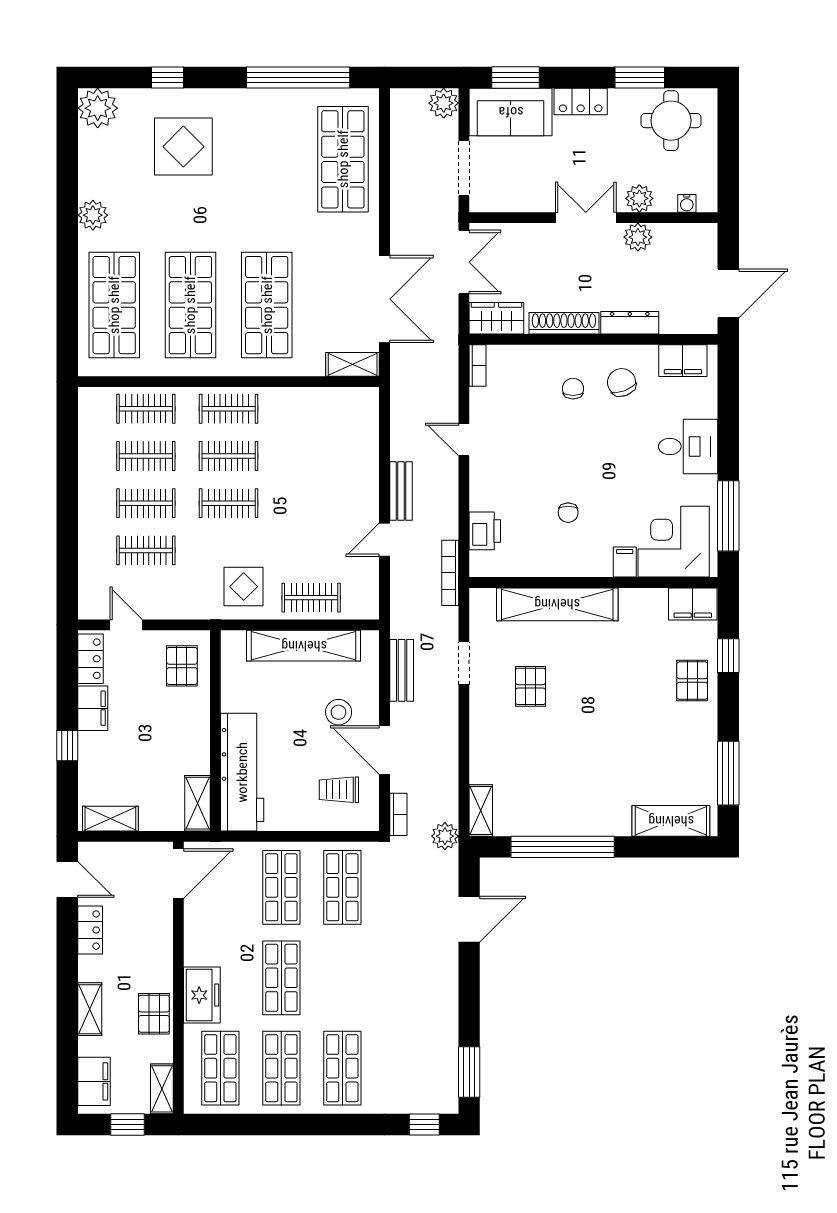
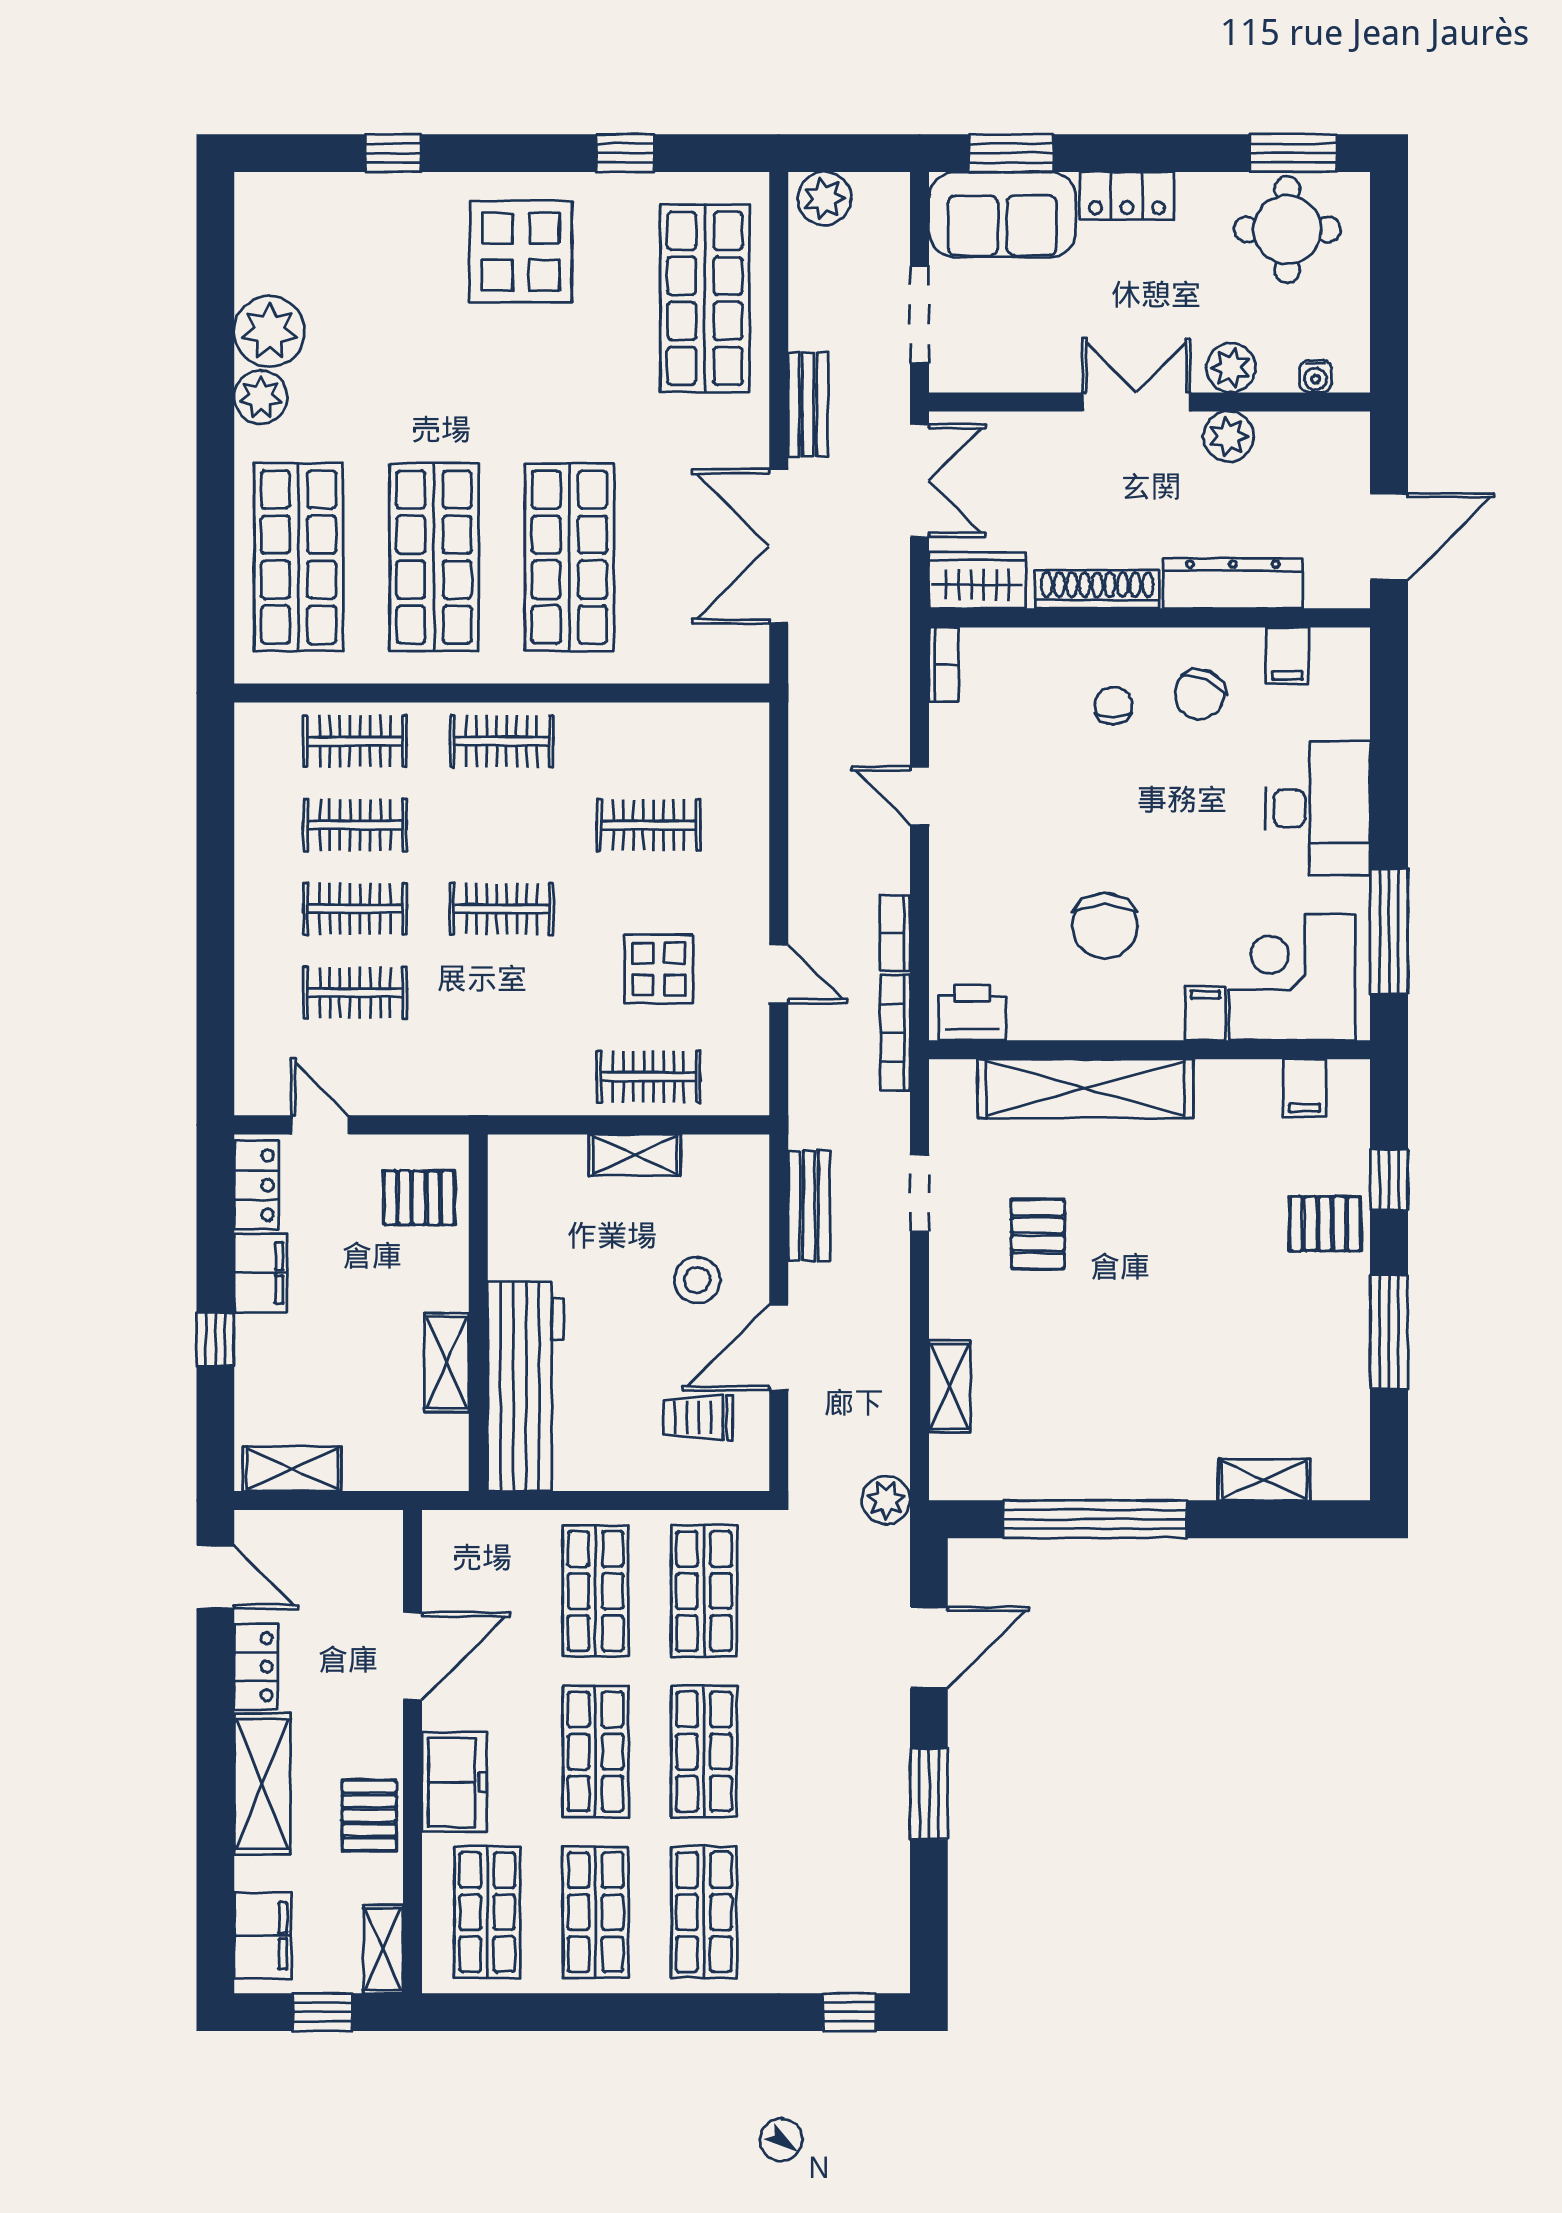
window: (298, 78) -> (625, 153), width x0.32
window: (640, 78) -> (1293, 153), moved
plant: (444, 103) -> (824, 198), moved
plant: (98, 108) -> (269, 331), moved
display table: (183, 147) -> (521, 252), moved
double door: (385, 299) -> (779, 546), swing flipped
dresser: (630, 323) -> (1233, 584), width x1.37, depth x1.24
filing cabinet: (683, 361) -> (1287, 656), width x0.50
shelving: (353, 364) -> (722, 662), removed
chair: (622, 382) -> (1200, 694), turned -135
desk: (688, 447) -> (1318, 808), width x1.37
clothes rail: (229, 456) -> (648, 825), moved
bench: (401, 491) -> (808, 405), moved
chair: (568, 513) -> (1105, 926), width x1.87, depth x1.87
printer: (485, 531) -> (972, 1013), moved, turned -90
door: (385, 540) -> (779, 974), swing flipped
display table: (244, 587) -> (659, 969), moved
filing cabinet: (693, 604) -> (1305, 1088), width x0.50
shelving: (304, 646) -> (635, 1155), width x0.45, depth x0.75
pallet: (182, 666) -> (419, 1198), turned 90
pallet: (692, 681) -> (1325, 1224), turned 90
door: (385, 750) -> (779, 1347), hinge flipped
window: (728, 773) -> (1389, 1332), moved
shelving: (197, 803) -> (447, 1363), moved
shelving: (481, 810) -> (950, 1386), moved
bookcase: (398, 814) -> (895, 933), moved, turned 180
shelving: (671, 821) -> (1264, 1480), width x0.67, depth x0.75
door: (178, 874) -> (413, 1656), moved
shop shelf: (342, 978) -> (704, 1752), added
shelving: (90, 1009) -> (262, 1784), width x1.50, depth x1.33
window: (469, 1072) -> (929, 1794), moved

